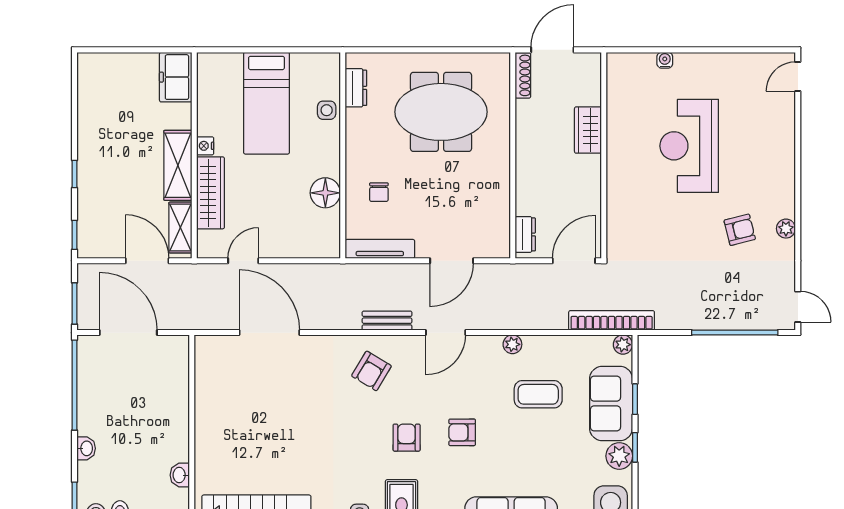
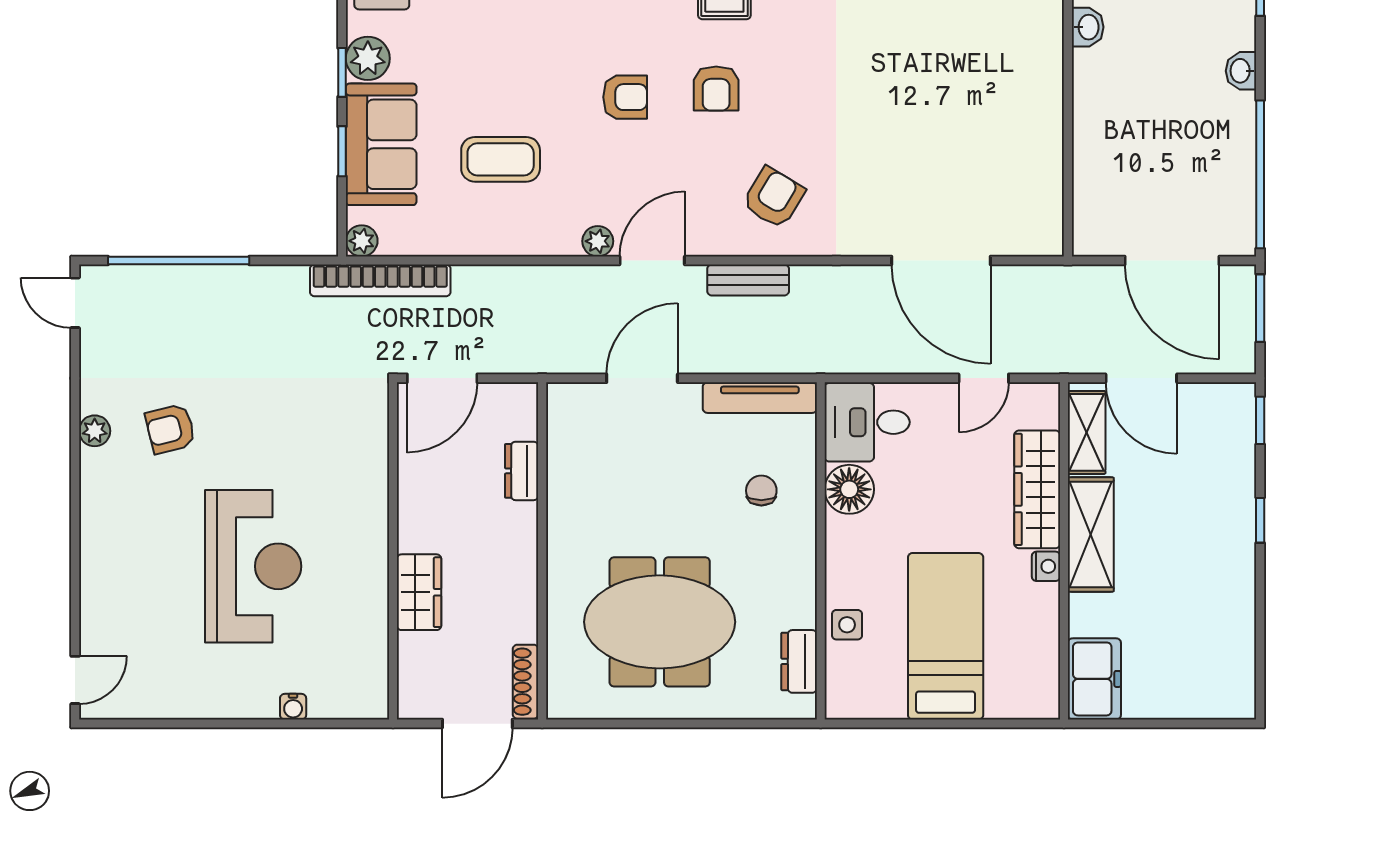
desk: (314, 234) -> (867, 422), added
dresser: (525, 234) -> (522, 471), moved
plant: (512, 344) -> (598, 241), moved

